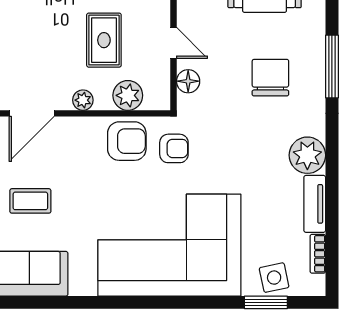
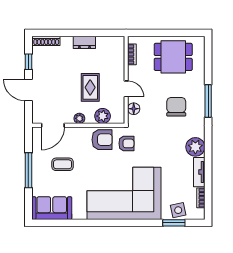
coffee table: (30, 201) -> (63, 164), moved

